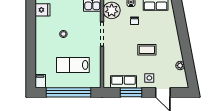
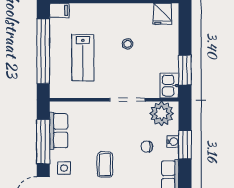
lab bench: (73, 65) -> (83, 58), turned 180
window: (131, 92) -> (43, 142), width x1.44

